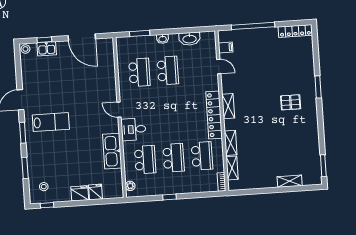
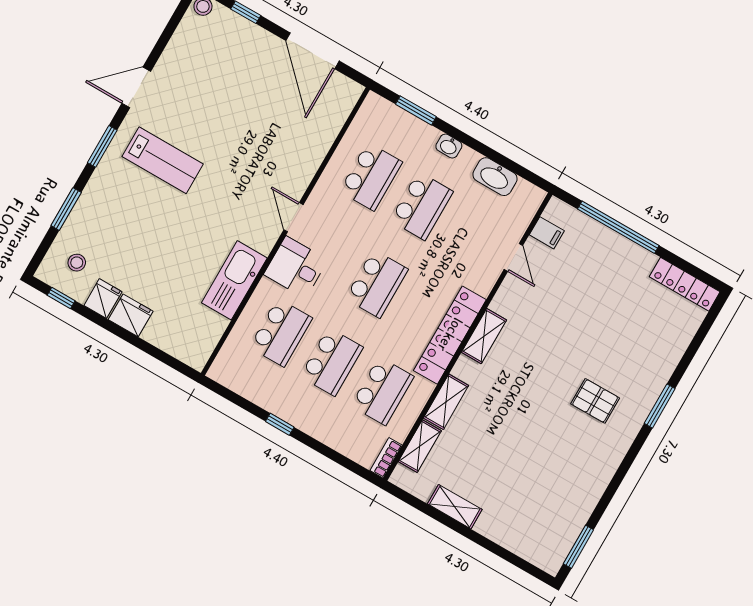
kitchen sink: (47, 49) -> (239, 30), removed
school desk: (171, 114) -> (377, 284), added
shelving: (290, 181) -> (455, 507), moved
plant: (130, 186) -> (225, 360), removed
fridge: (95, 192) -> (103, 299), moved

